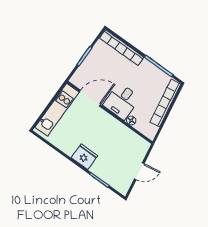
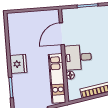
door: (90, 98) -> (62, 34), swing flipped
kitchen unit: (57, 110) -> (57, 78), moved, turned 90

